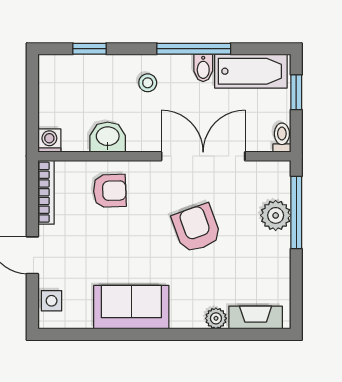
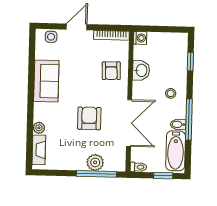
armchair: (197, 228) -> (89, 118), turned -70

